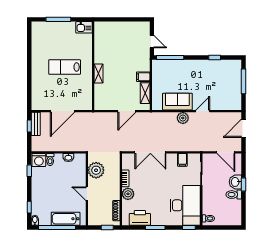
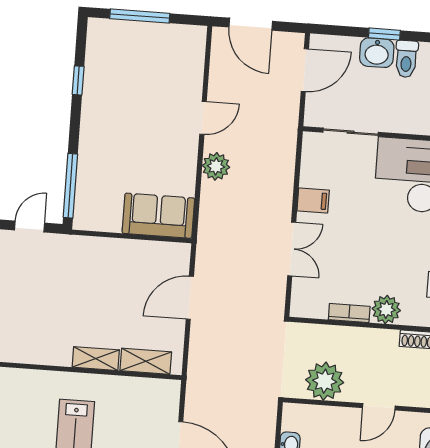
filing cabinet: (143, 77) -> (111, 253), removed
shelving: (145, 93) -> (146, 361), moved
sofa: (177, 102) -> (158, 216), moved, turned 90
door: (127, 111) -> (190, 298), swing flipped
door: (203, 111) -> (203, 118), swing flipped
double door: (150, 152) -> (292, 249), width x0.73
filing cabinet: (182, 160) -> (313, 200), moved

